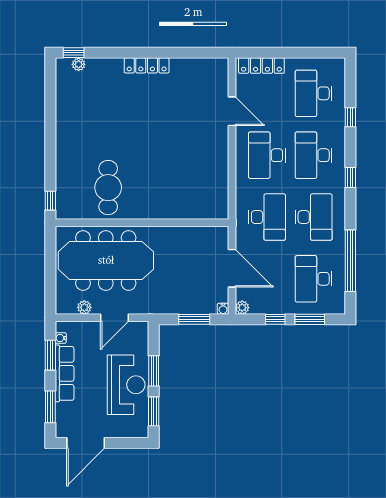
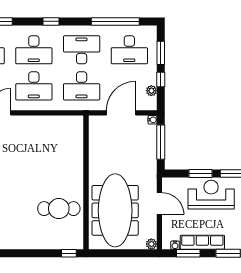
desk: (267, 217) -> (82, 86), turned 180
plant: (84, 307) -> (151, 244), moved
plant: (242, 308) -> (151, 91), moved
window: (194, 319) -> (161, 142), width x1.44

